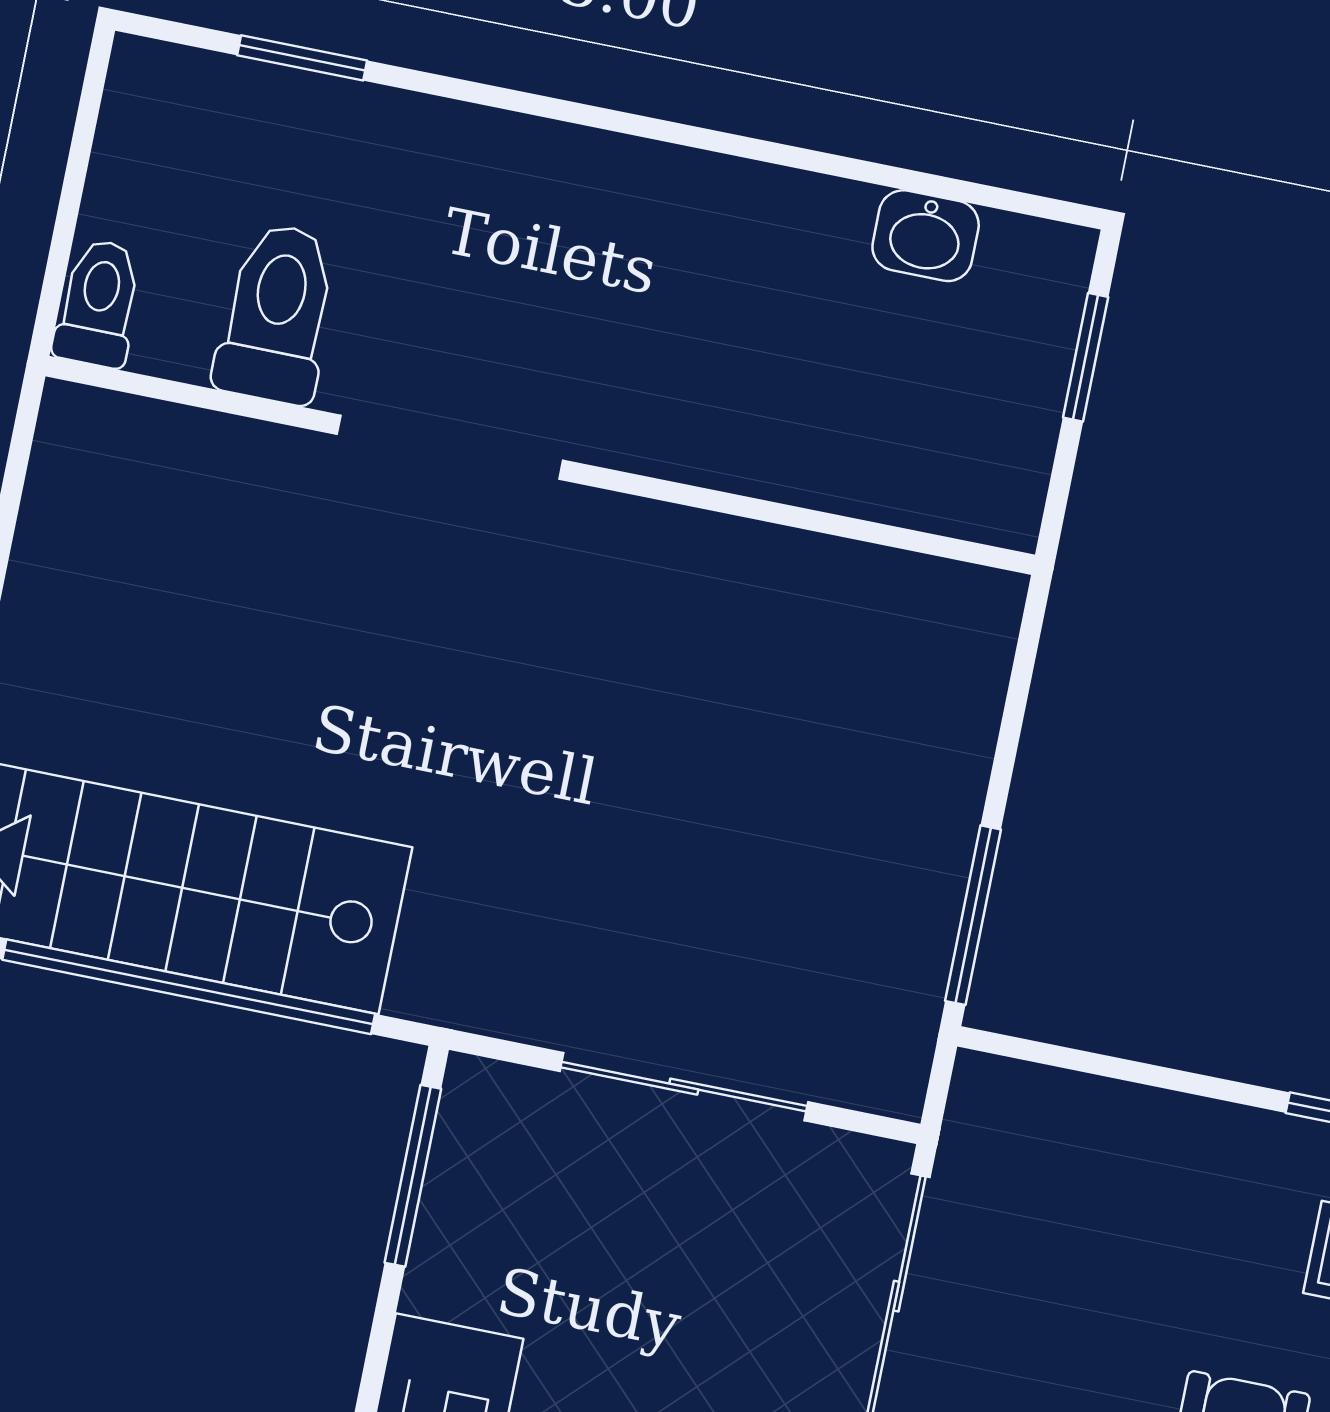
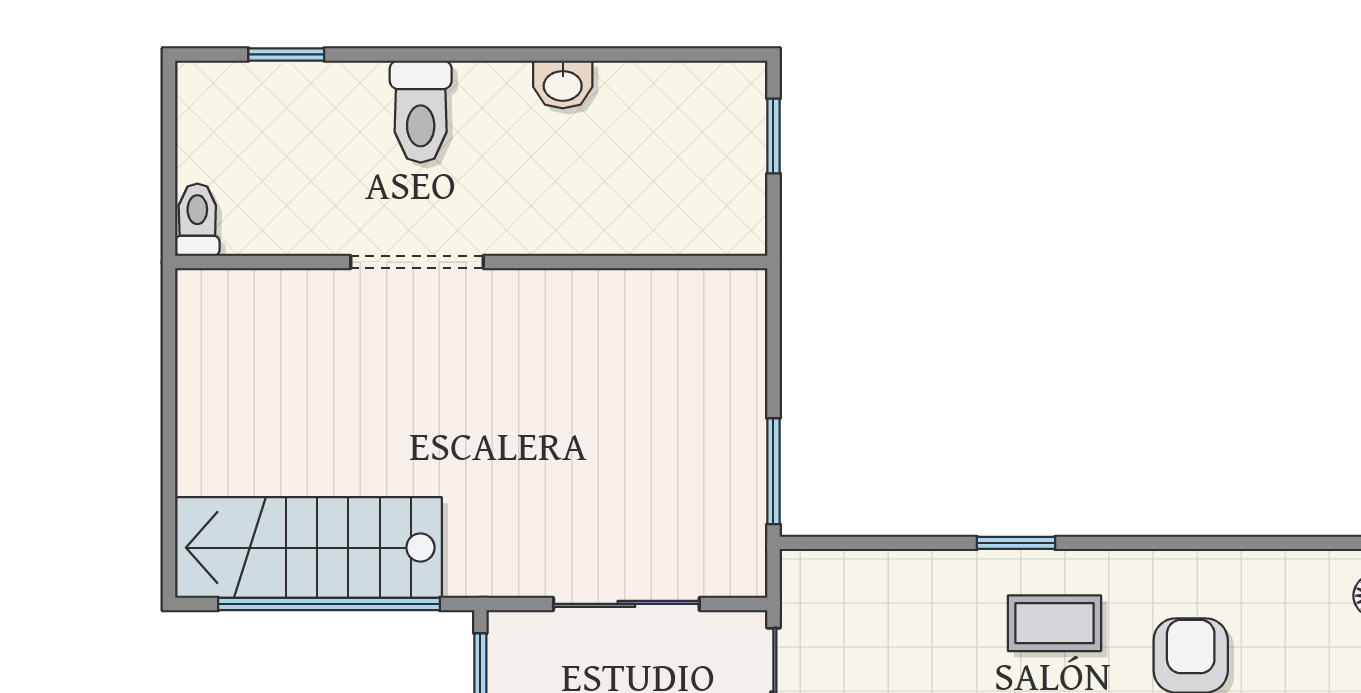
washbasin: (926, 236) -> (563, 85), moved
toilet: (277, 313) -> (421, 112), moved, turned 180

